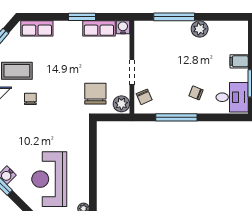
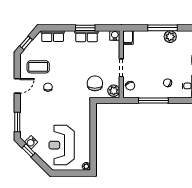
window: (174, 17) -> (163, 28), moved
row of seats: (99, 28) -> (87, 36), moved
filing cabinet: (141, 30) -> (128, 38), added

